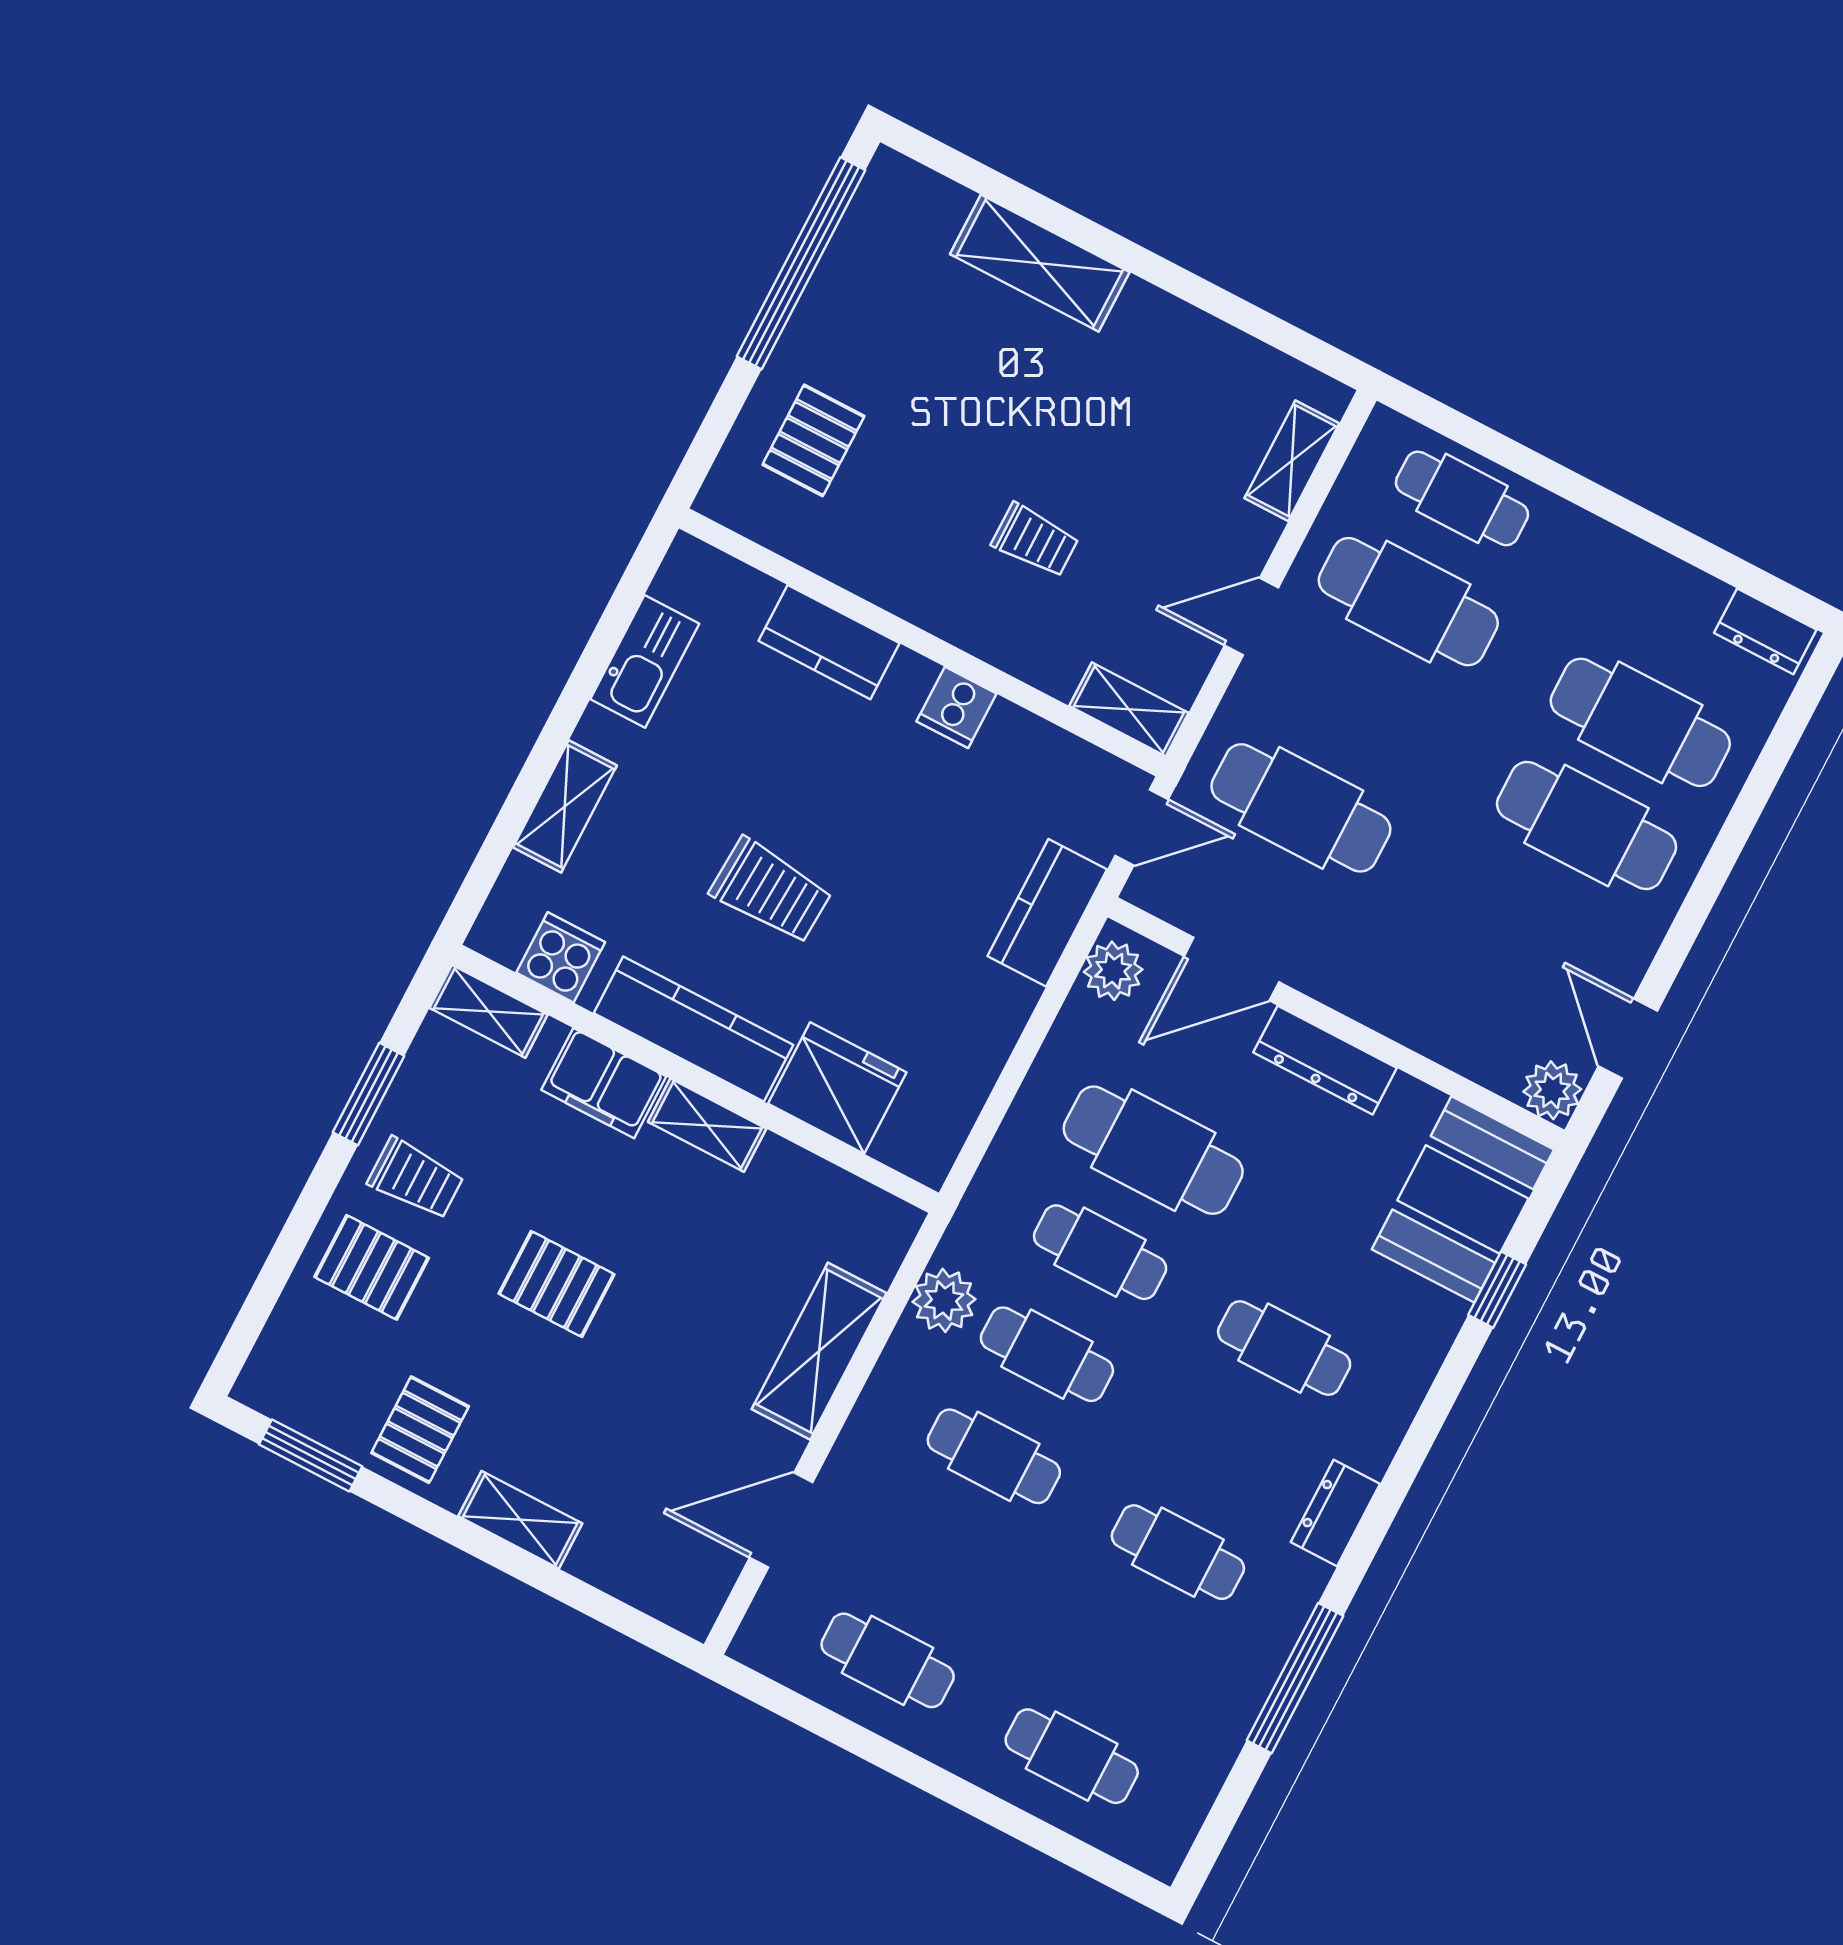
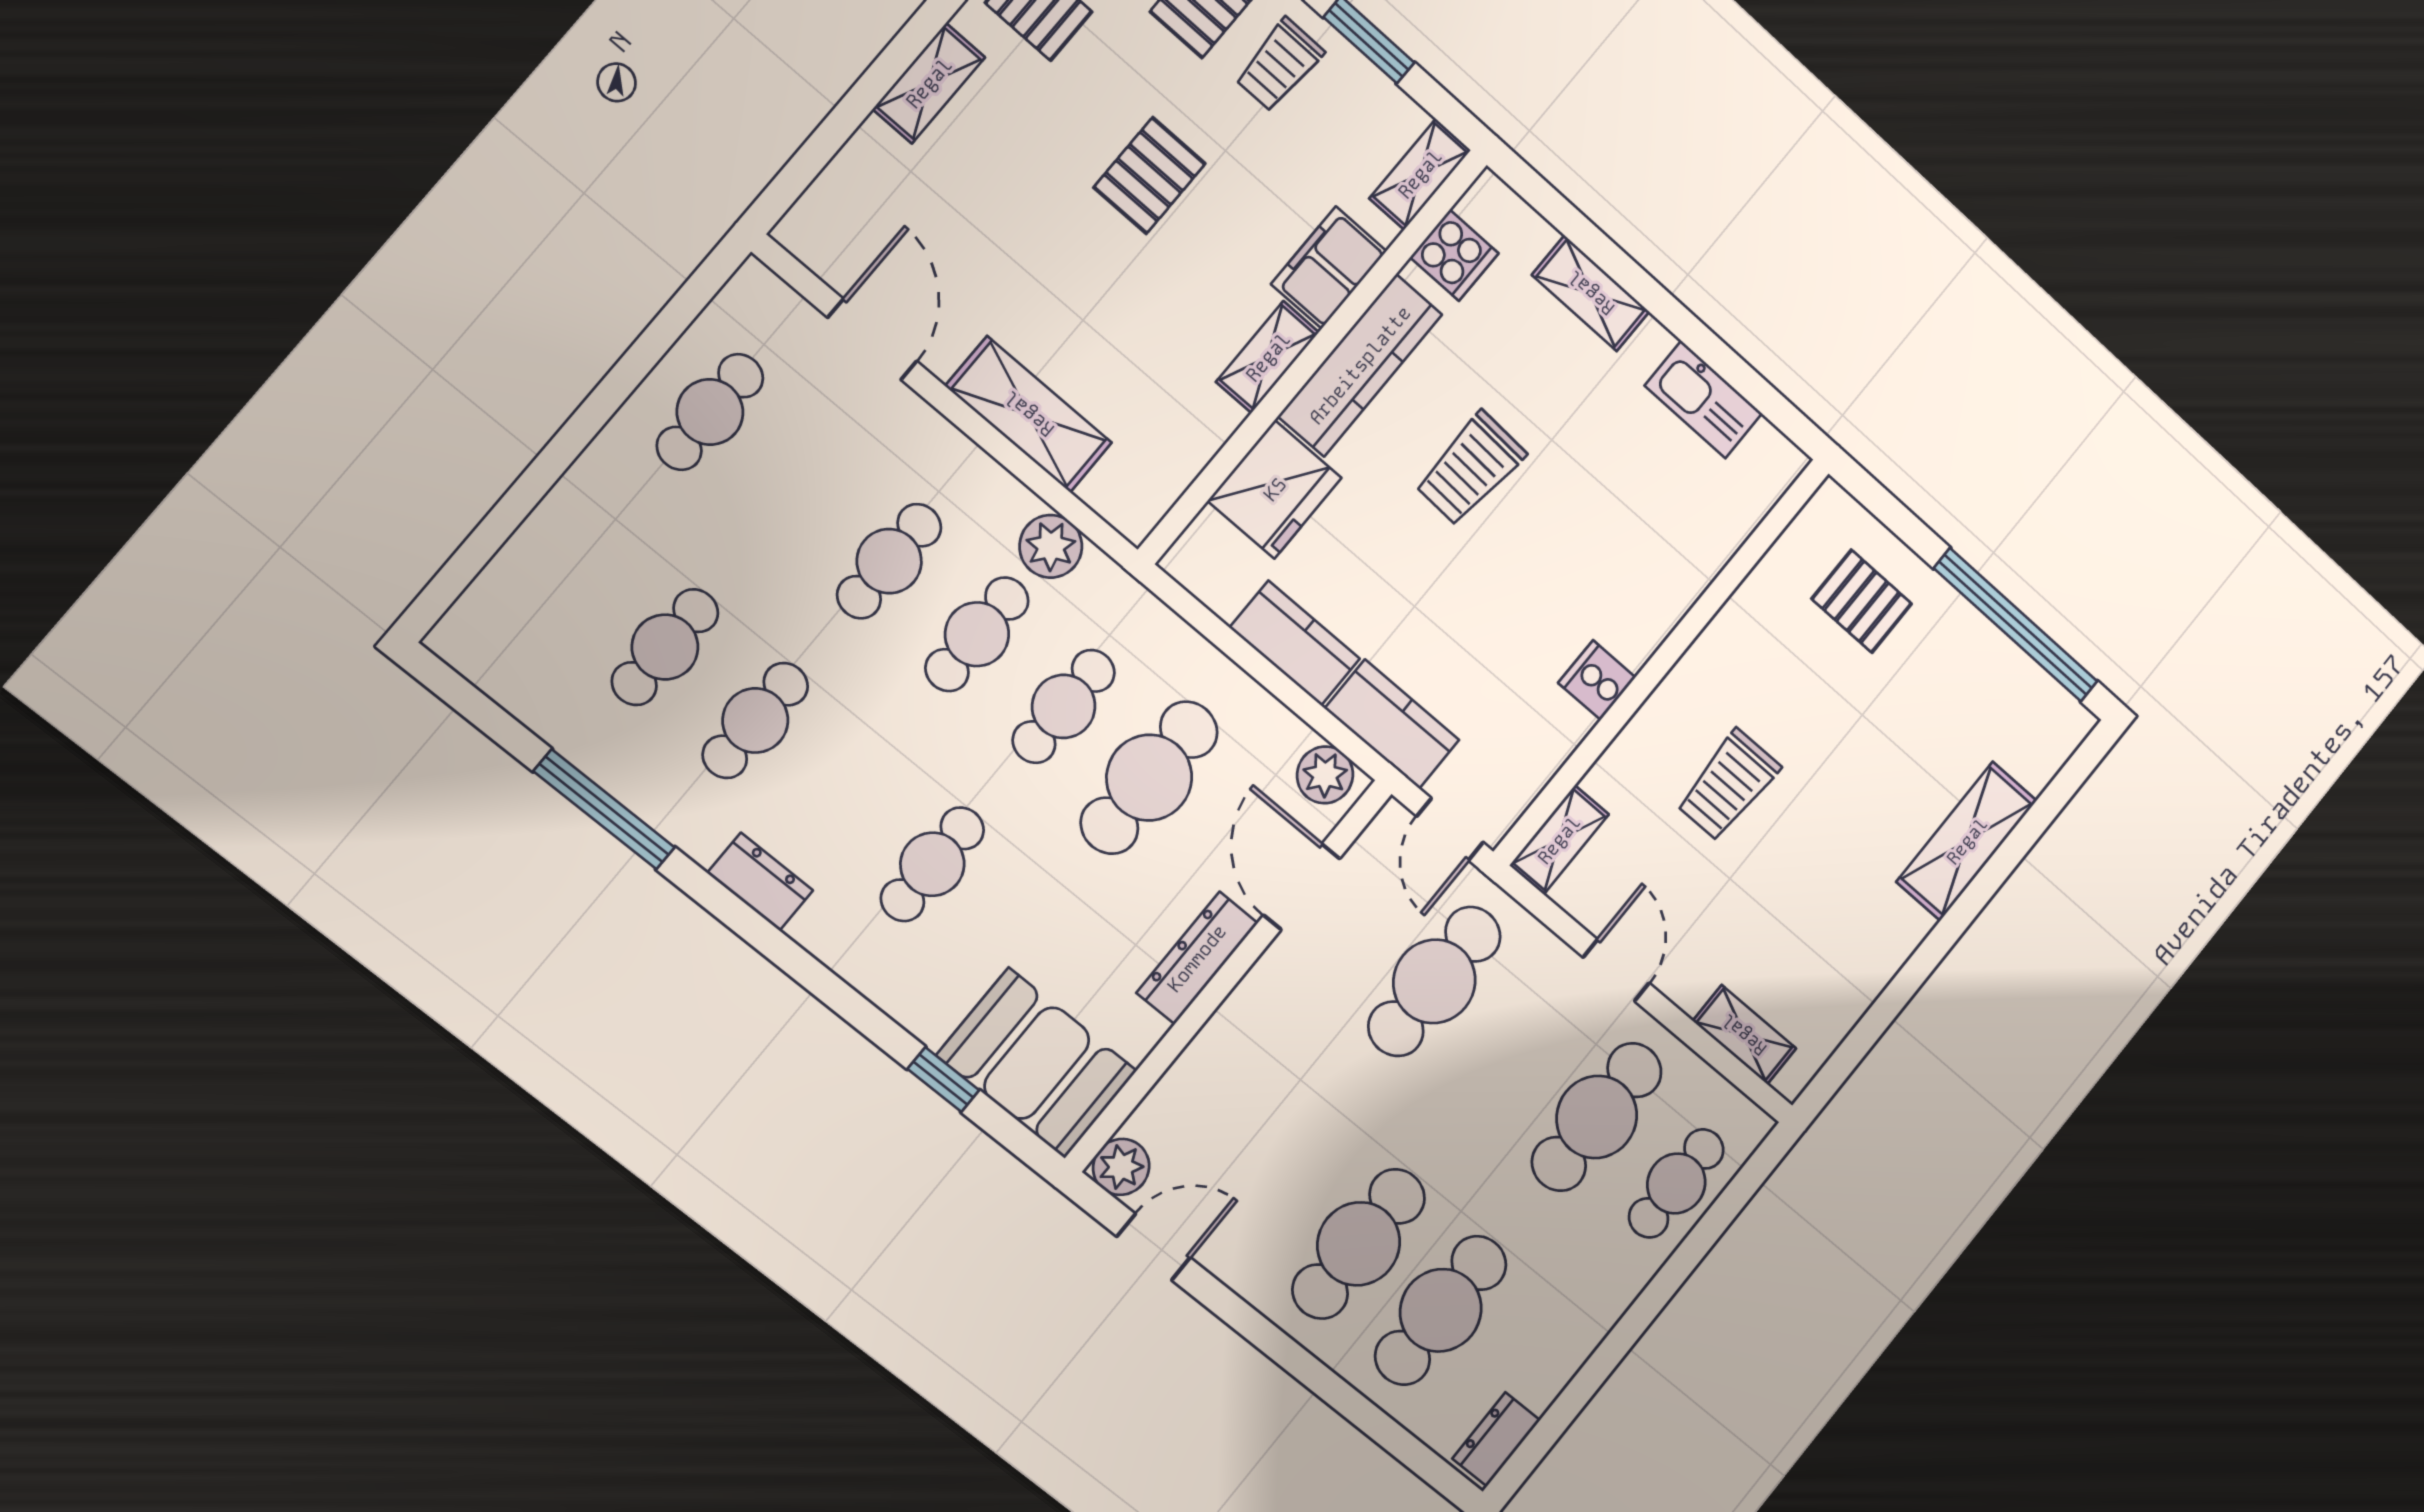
trolley: (1035, 540) -> (1728, 785), width x1.36, depth x1.39
kitchen counter: (829, 642) -> (1295, 643), moved, turned 90
cafe table: (1072, 1756) -> (665, 647), moved

